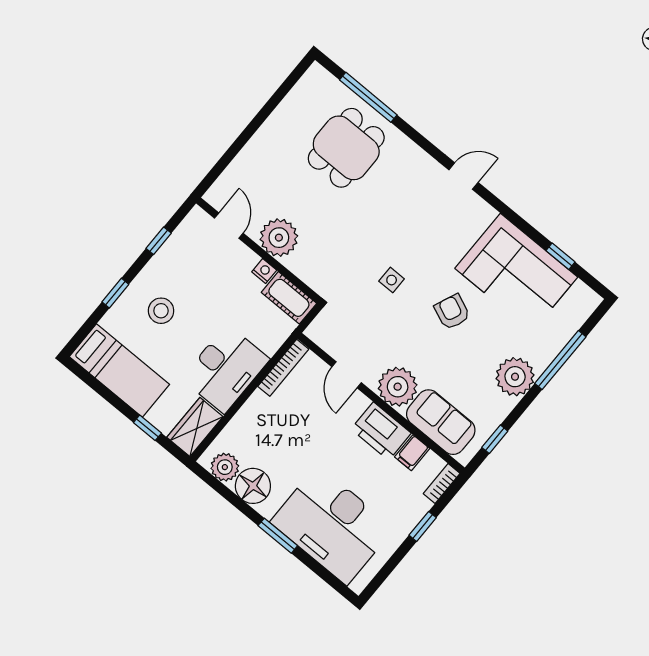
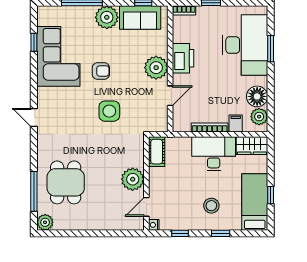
plant: (317, 79) -> (45, 222), added
dining table: (346, 148) -> (66, 182), turned 90
nightstand: (264, 271) -> (154, 225), moved
side table: (392, 280) -> (109, 111), width x1.87, depth x1.87
armchair: (452, 312) -> (101, 71), turned -113
bookcase: (283, 368) -> (210, 128), moved
sofa: (441, 422) -> (140, 18), moved, turned -90
window: (147, 428) -> (271, 195), moved
filing cabinet: (412, 453) -> (236, 124), moved, turned -90
window: (278, 536) -> (271, 49), moved

